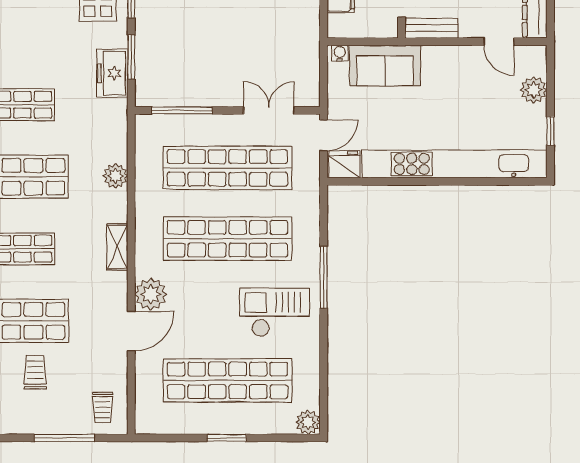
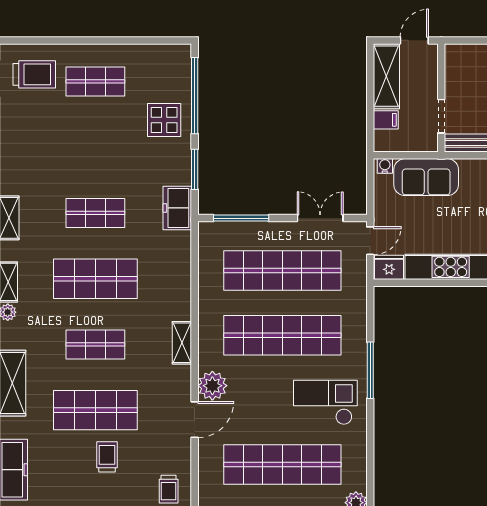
freezer: (112, 73) -> (177, 208), moved
plant: (115, 176) -> (180, 278), removed

